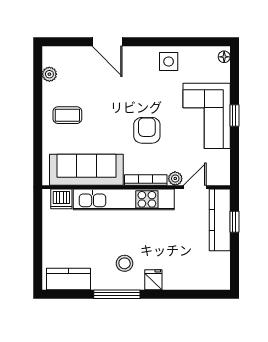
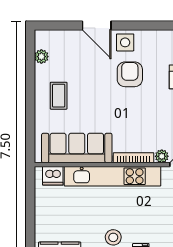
side table: (169, 61) -> (125, 42), moved
coffee table: (67, 115) -> (59, 96), turned 90
armchair: (147, 130) -> (130, 74), moved

